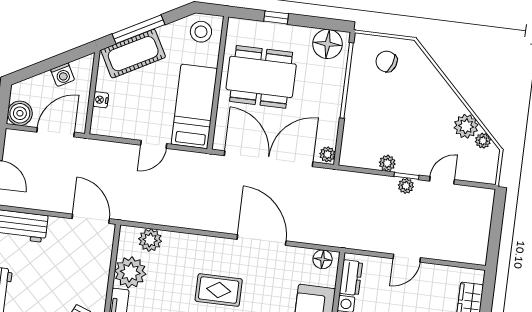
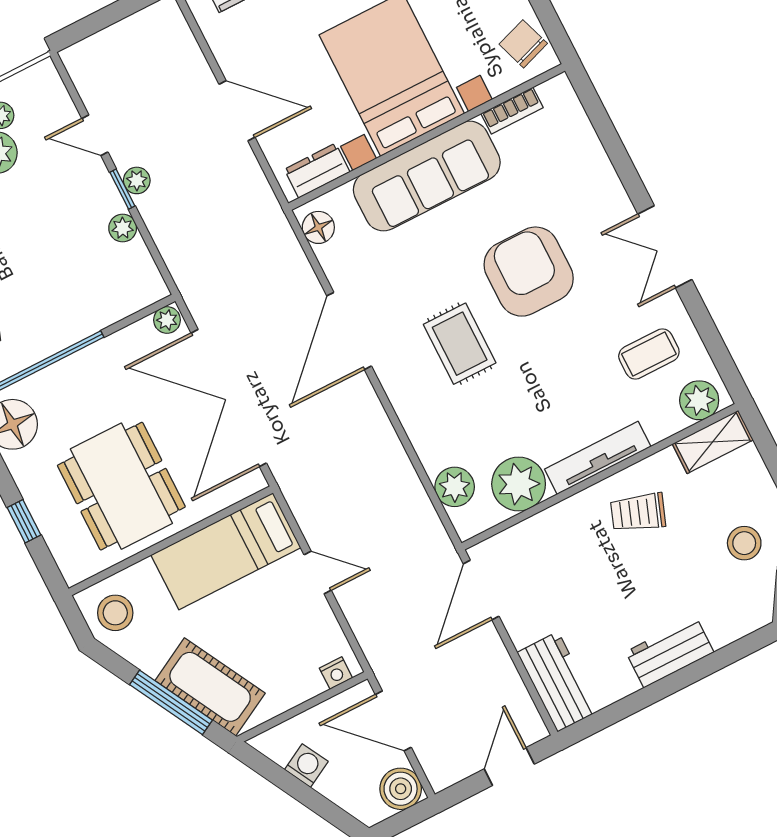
nightstand: (101, 100) -> (336, 673), moved
door: (407, 258) -> (237, 111), width x1.38

